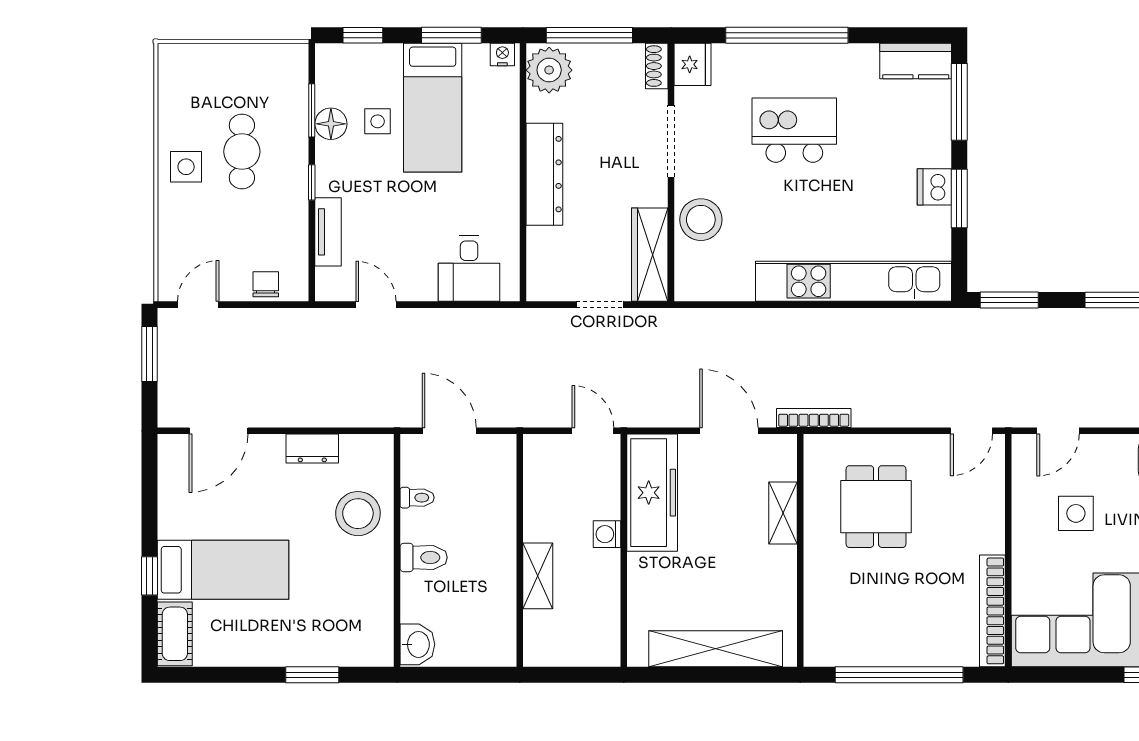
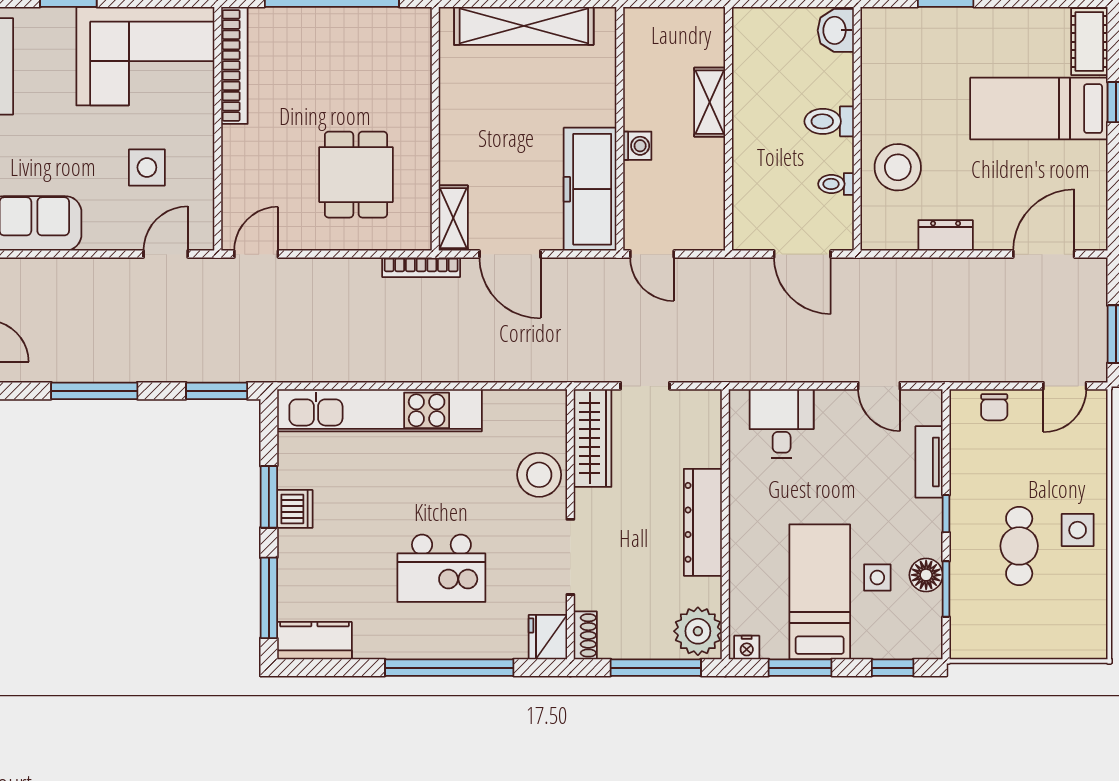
shelving: (783, 513) -> (453, 218), moved

